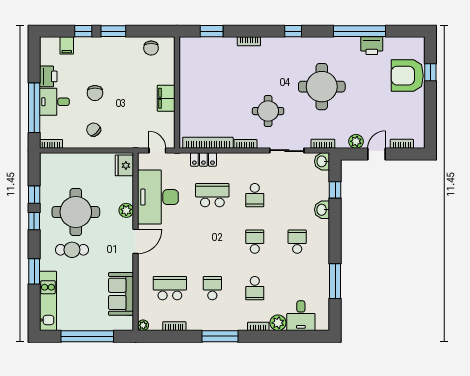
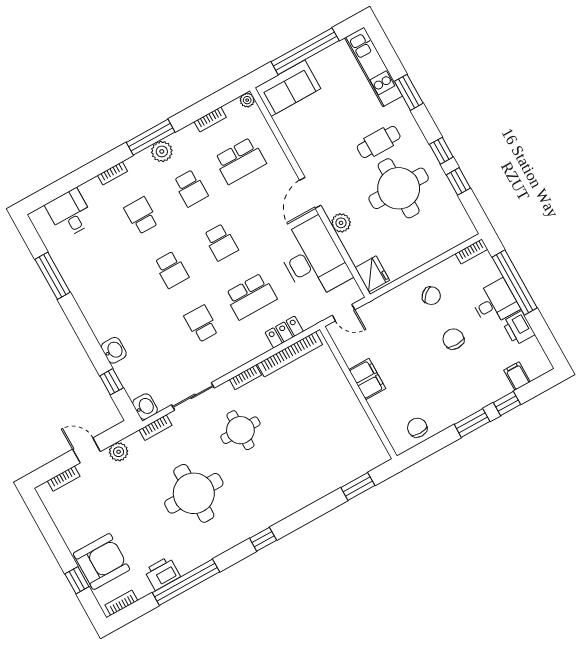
bookcase: (249, 41) -> (121, 603), moved
door: (377, 154) -> (87, 450), swing flipped
school desk: (297, 242) -> (221, 242), moved
sofa: (121, 294) -> (288, 88), moved, turned 90
plant: (278, 323) -> (162, 151), moved

